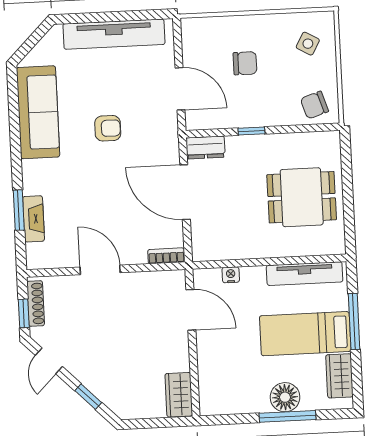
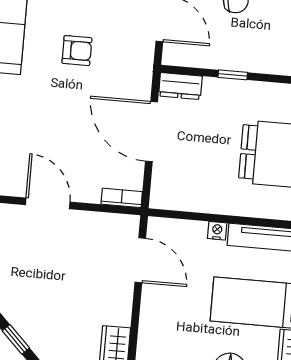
nightstand: (231, 275) -> (217, 231), moved

